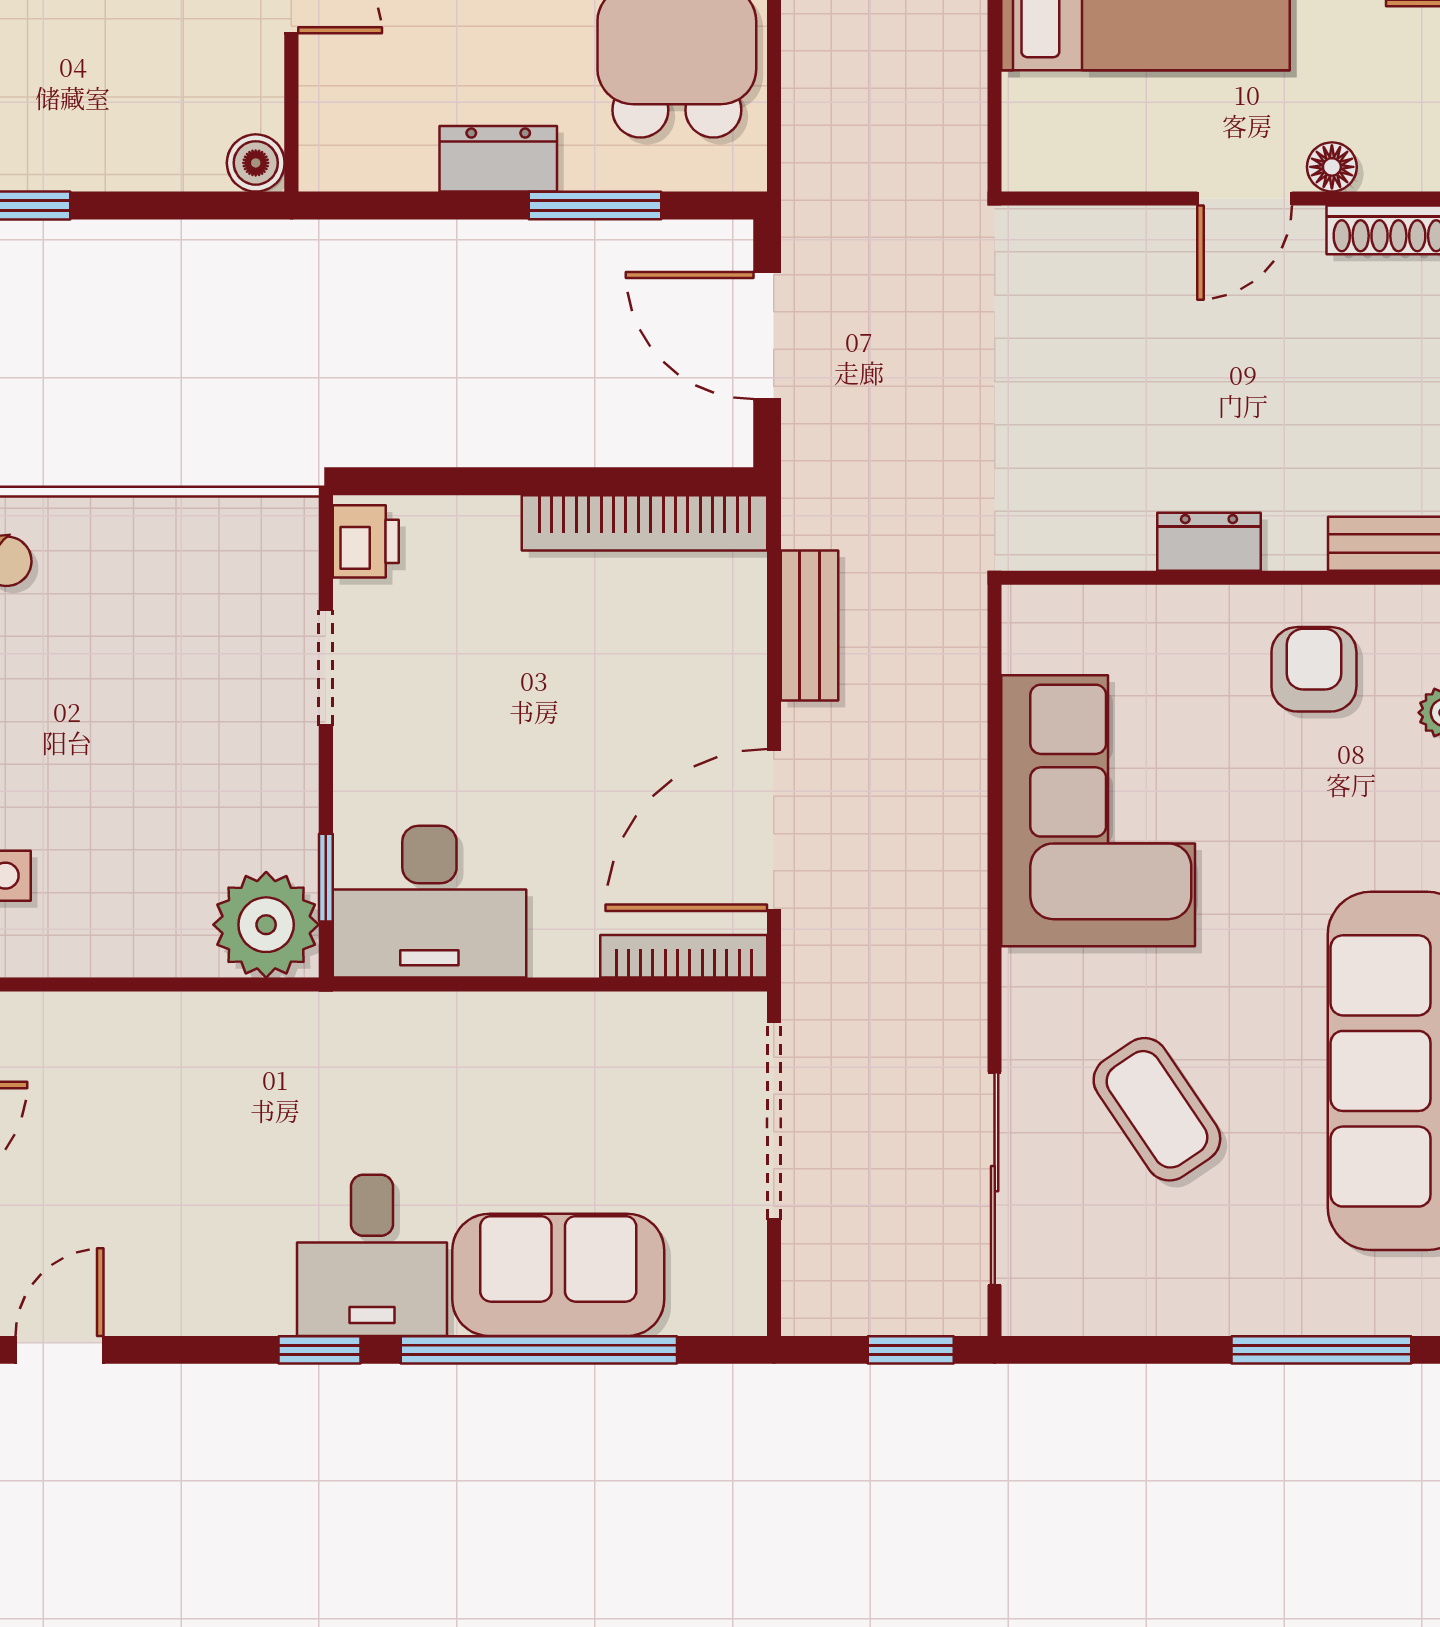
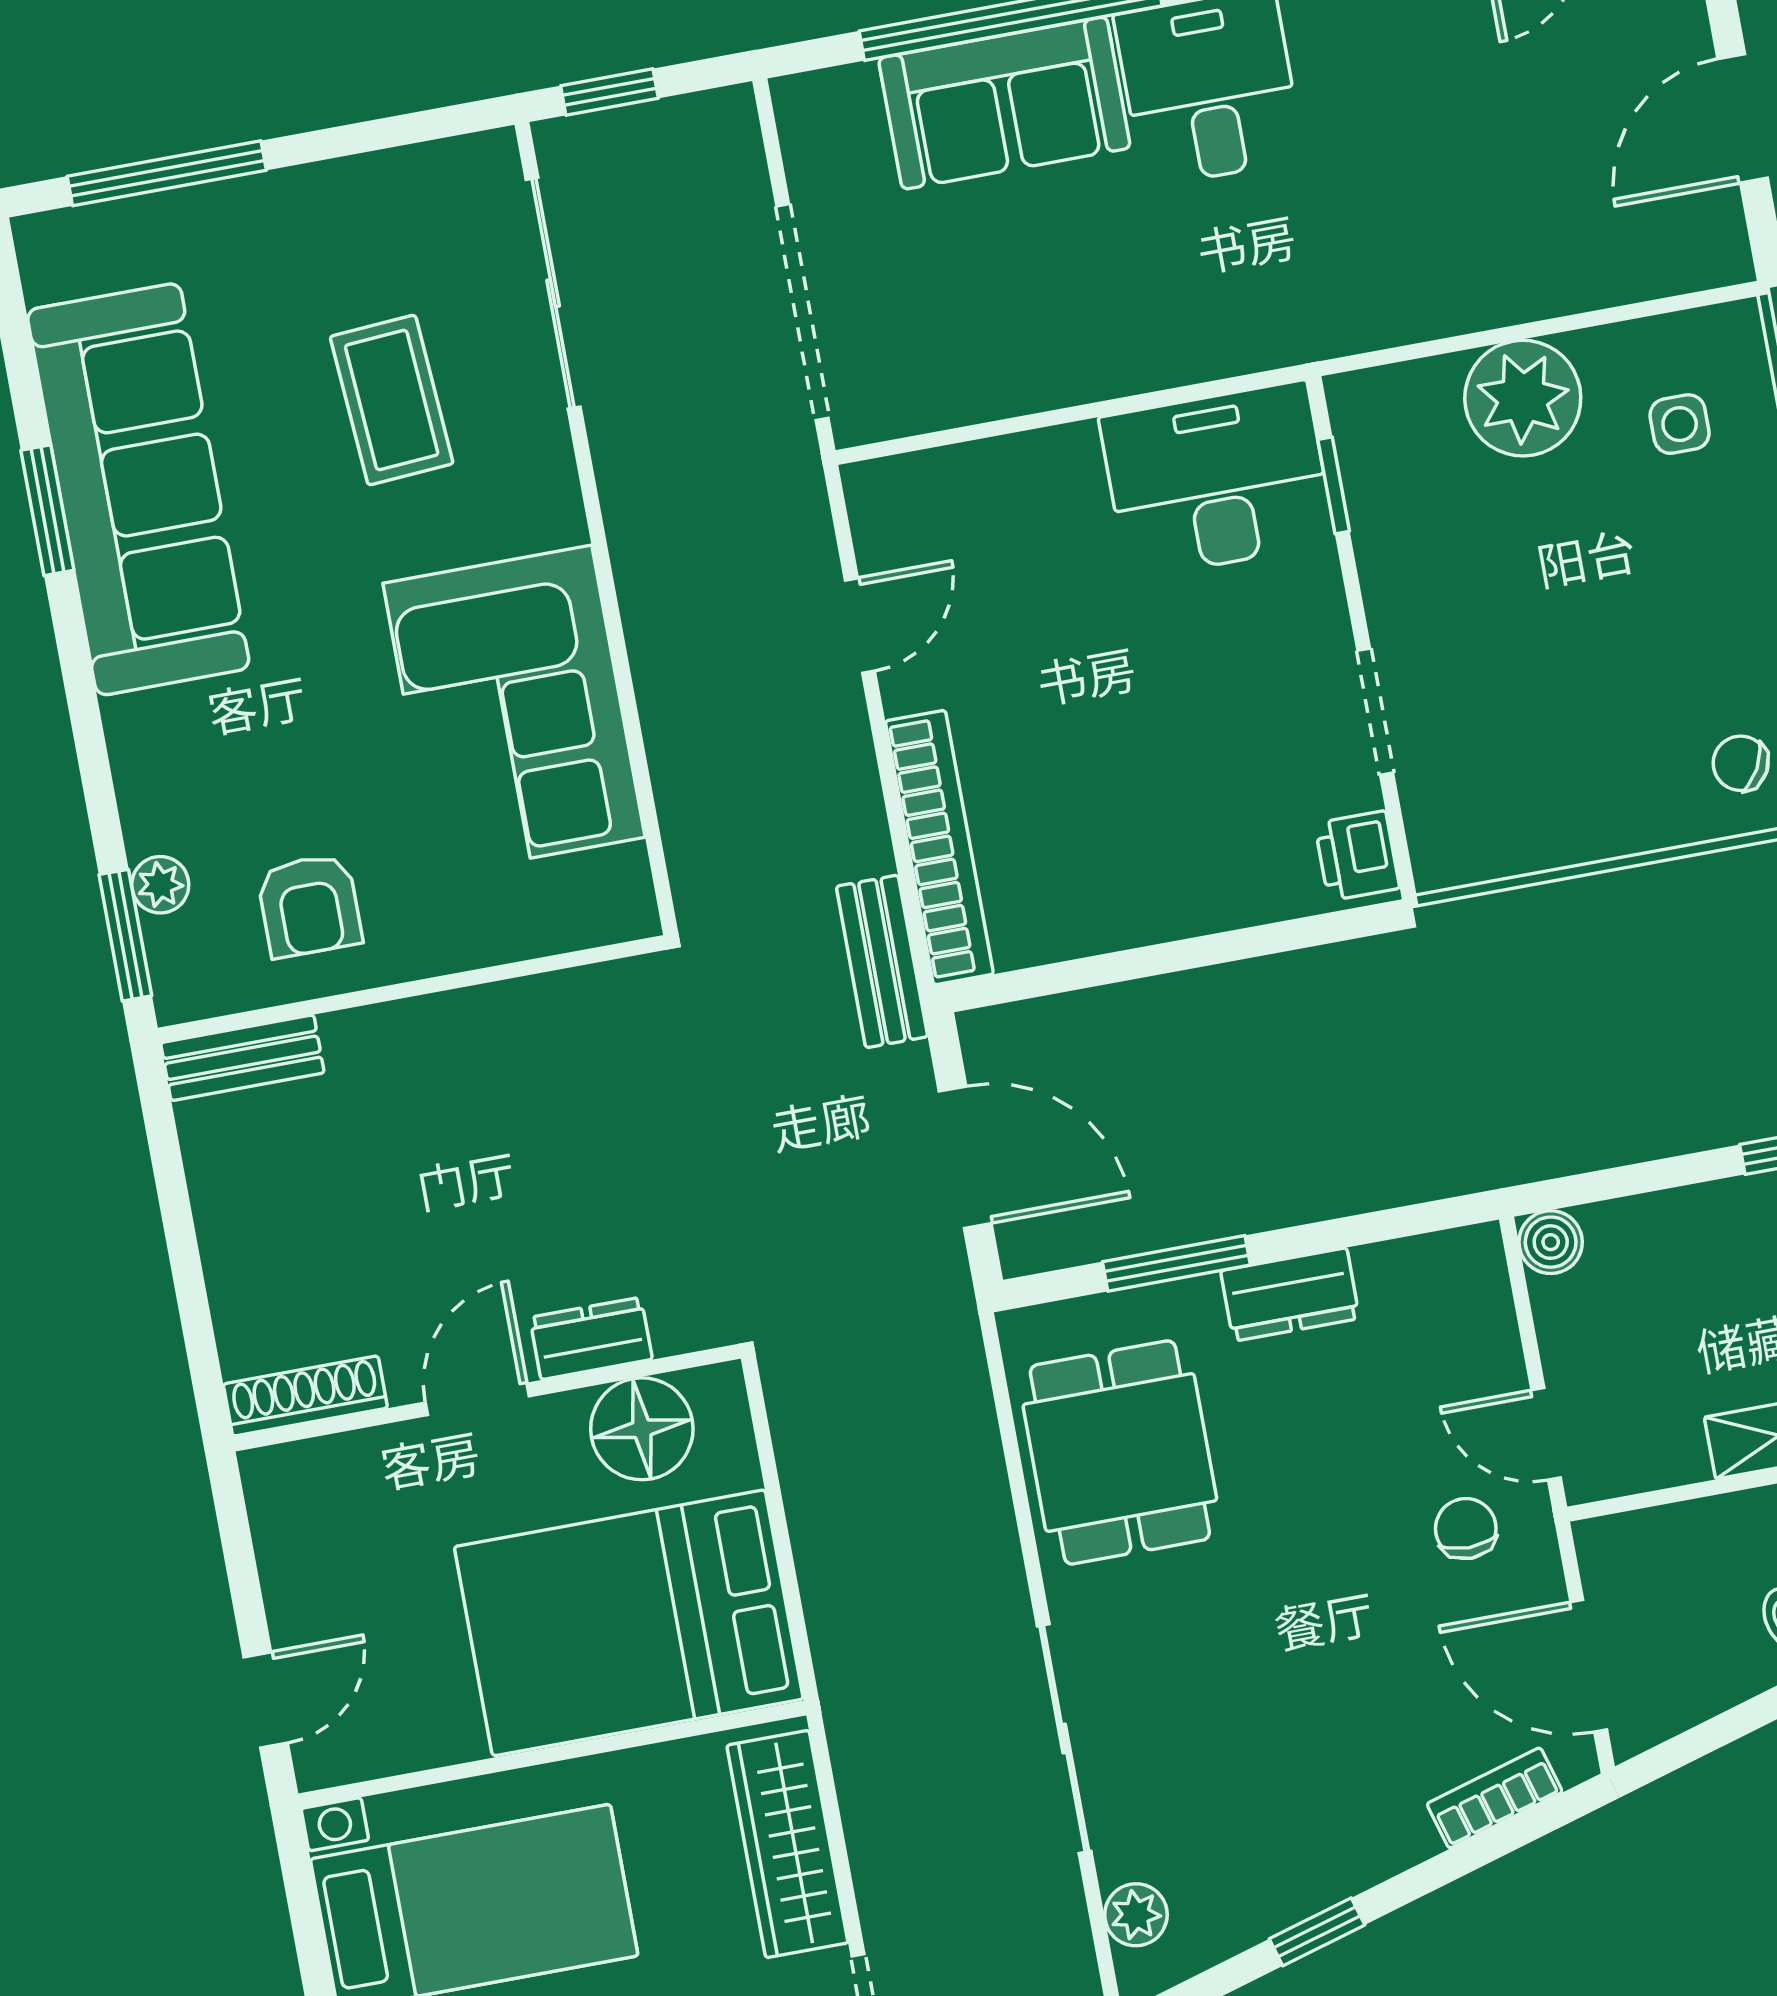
floor lamp: (1332, 167) -> (642, 1429), moved, width x1.89, depth x1.89
bookcase: (644, 523) -> (939, 848), moved, turned 90
dresser: (1209, 542) -> (591, 1338), moved, turned 180
bench: (810, 625) -> (882, 961), moved
door: (774, 830) -> (860, 625), width x0.53
plant: (266, 925) -> (1523, 398), moved
bookcase: (684, 956) -> (932, 471), removed
coffee table: (1157, 1109) -> (392, 400), turned 30

